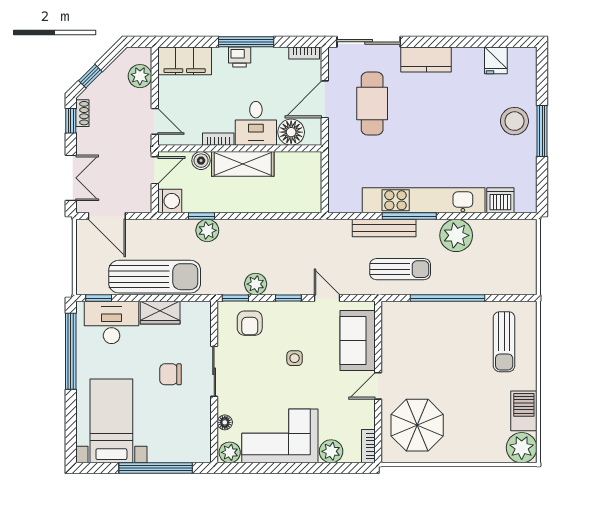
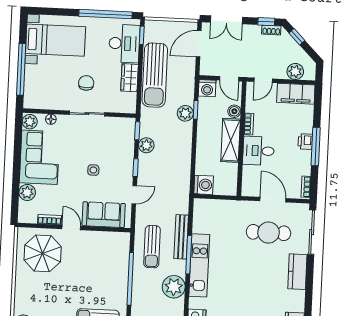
filing cabinet: (185, 61) -> (296, 94), moved, turned -90
floor lamp: (291, 132) -> (251, 175), removed
washing machine: (308, 200) -> (204, 185), added
kitchen unit: (424, 200) -> (199, 265), width x0.73
armchair: (250, 323) -> (119, 140), removed
bookcase: (368, 446) -> (50, 220), moved

